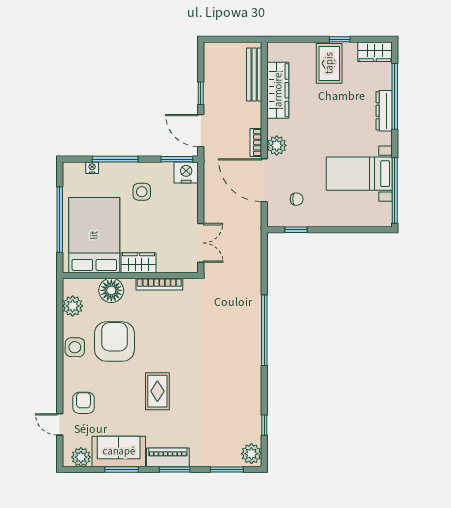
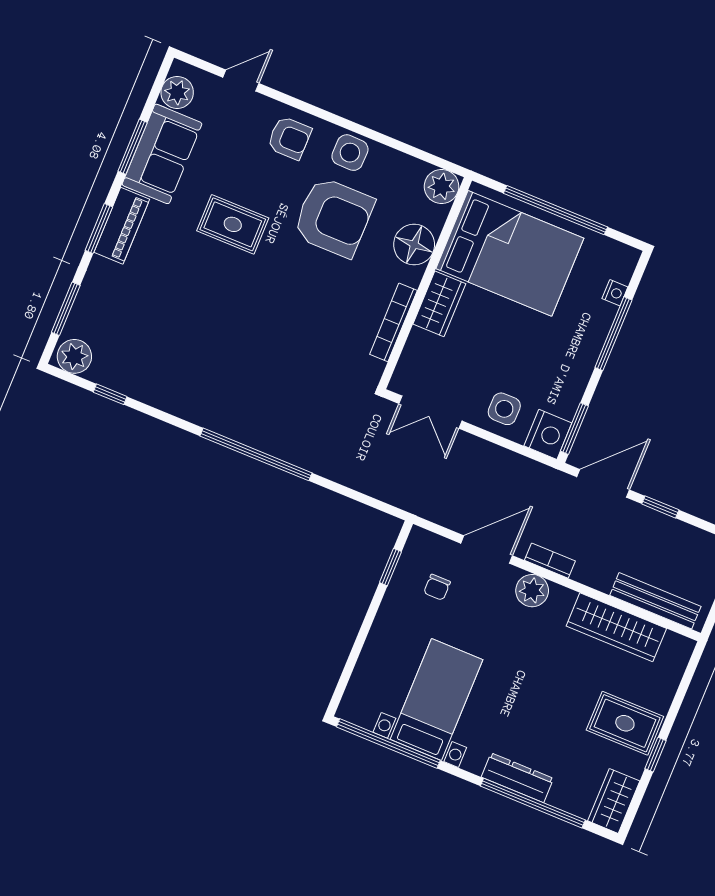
door: (264, 180) -> (487, 549), width x0.73
side table: (142, 192) -> (504, 409), moved
plant: (73, 306) -> (442, 186), moved
rug: (157, 391) -> (233, 224), moved
armchair: (83, 403) -> (289, 138), moved

